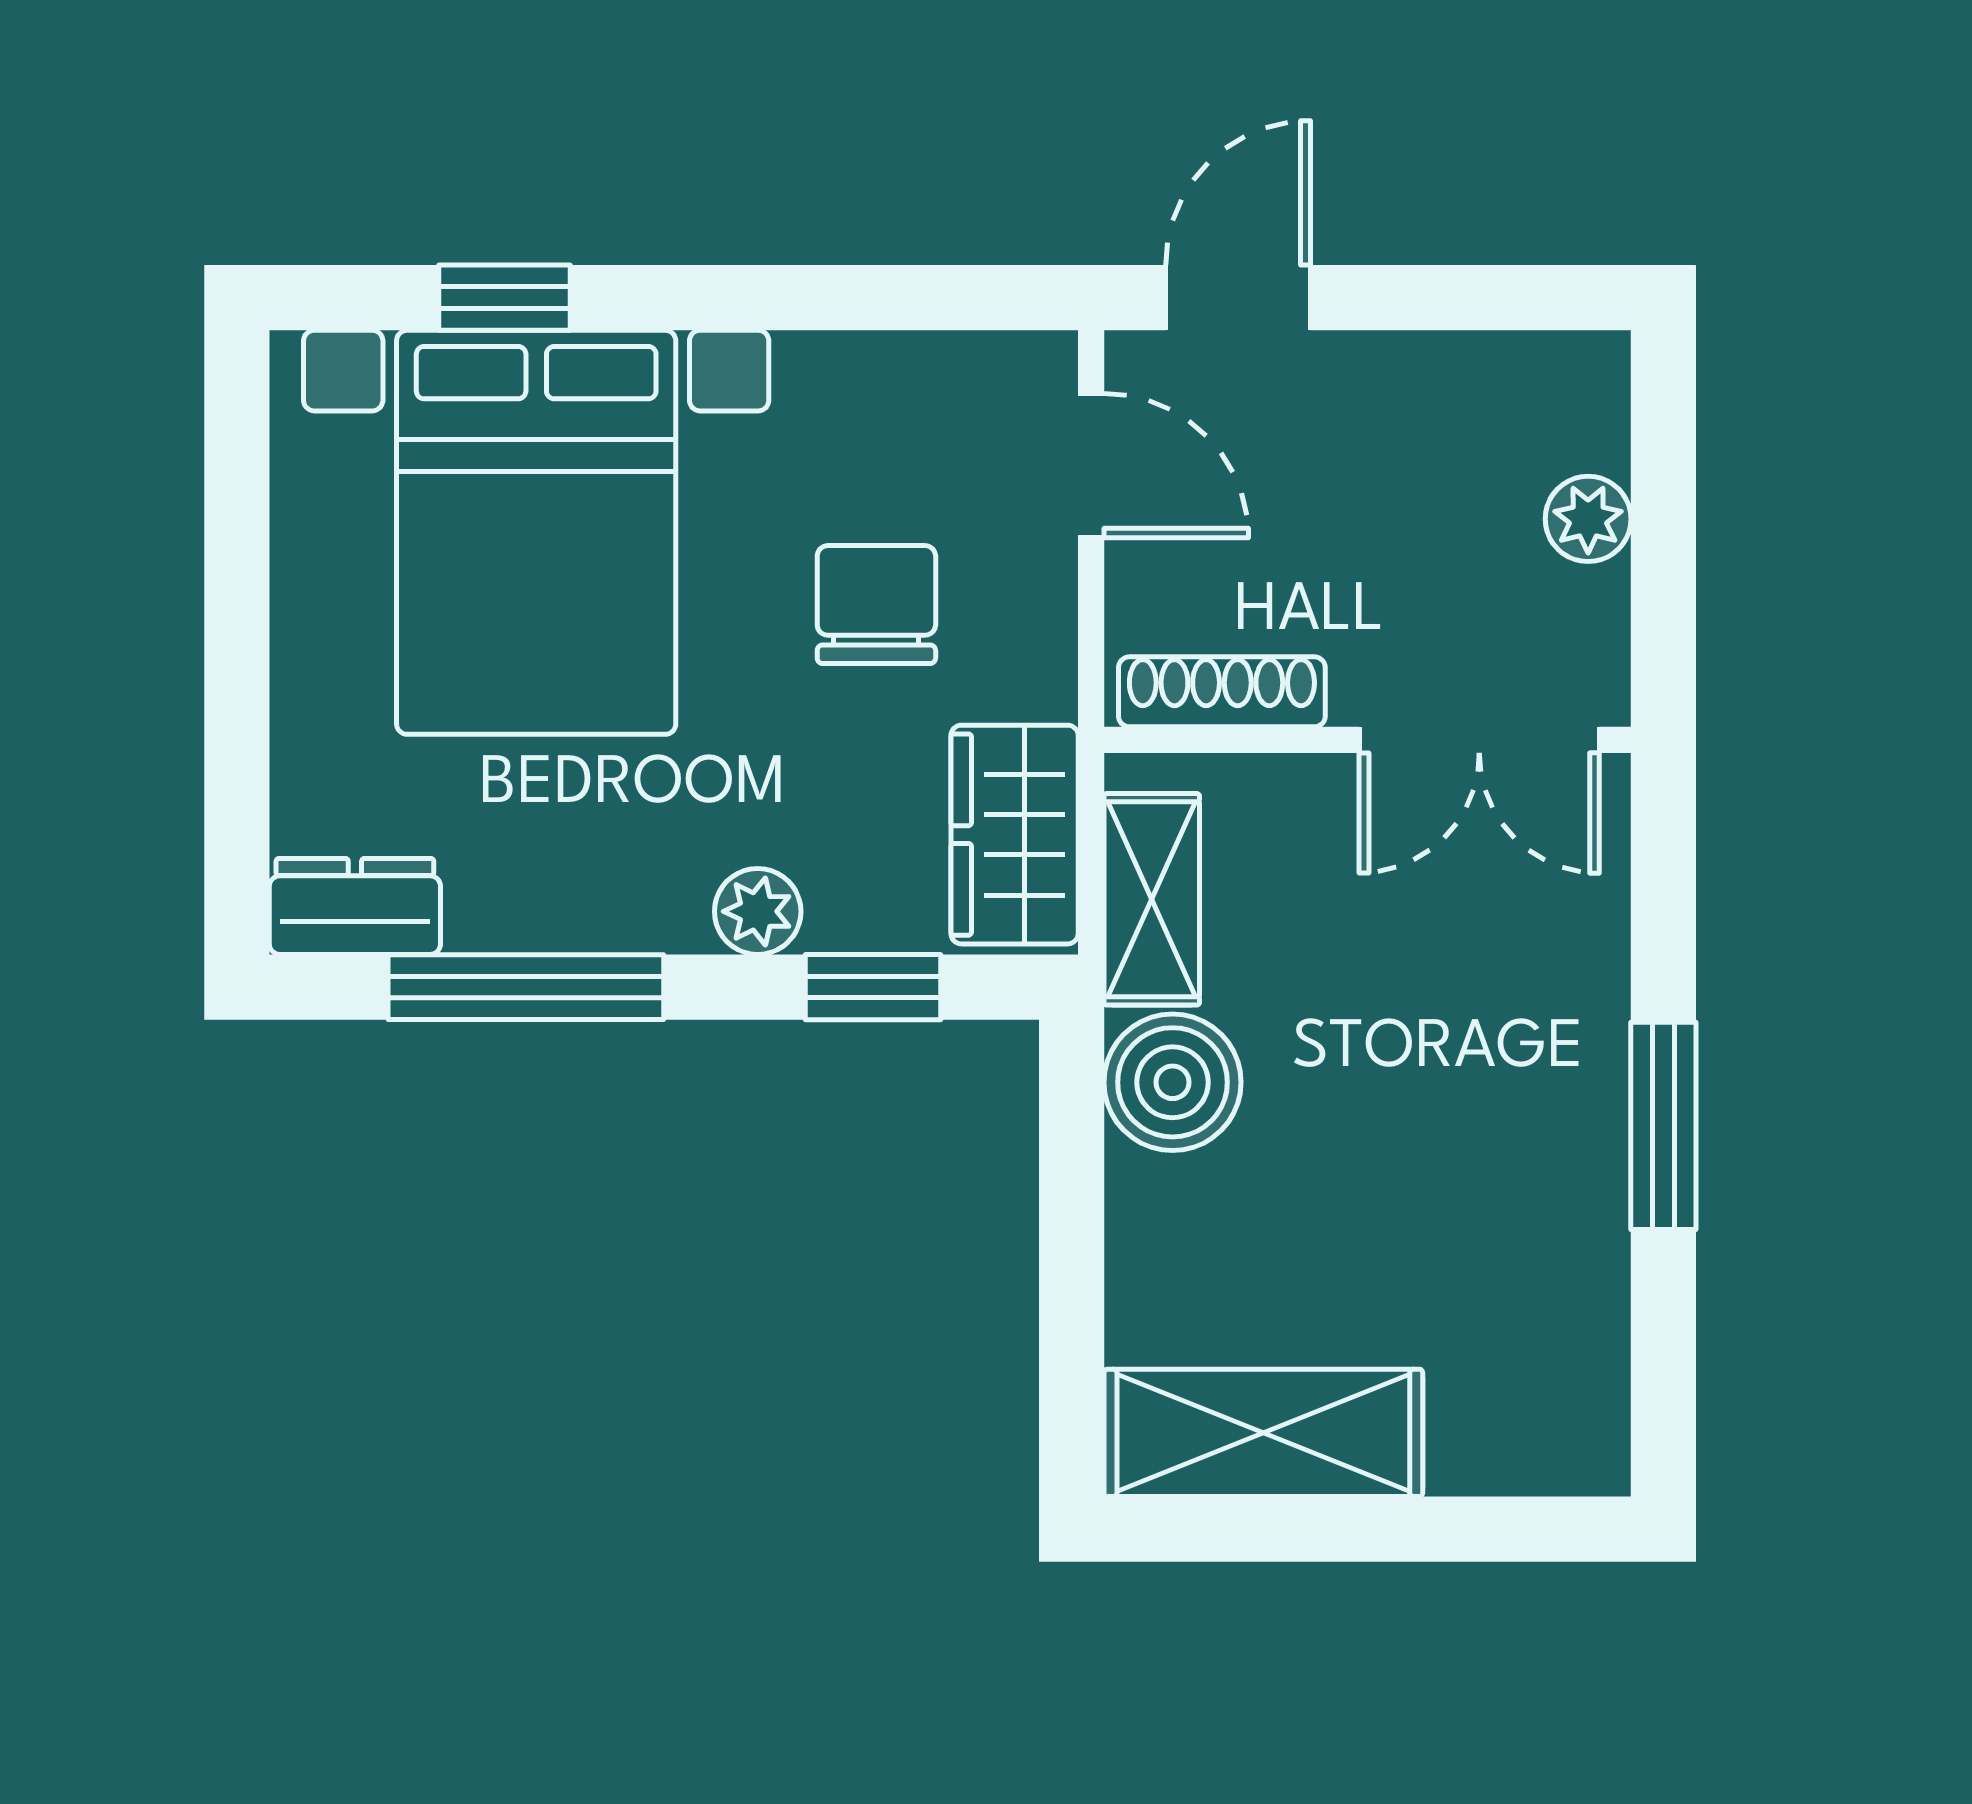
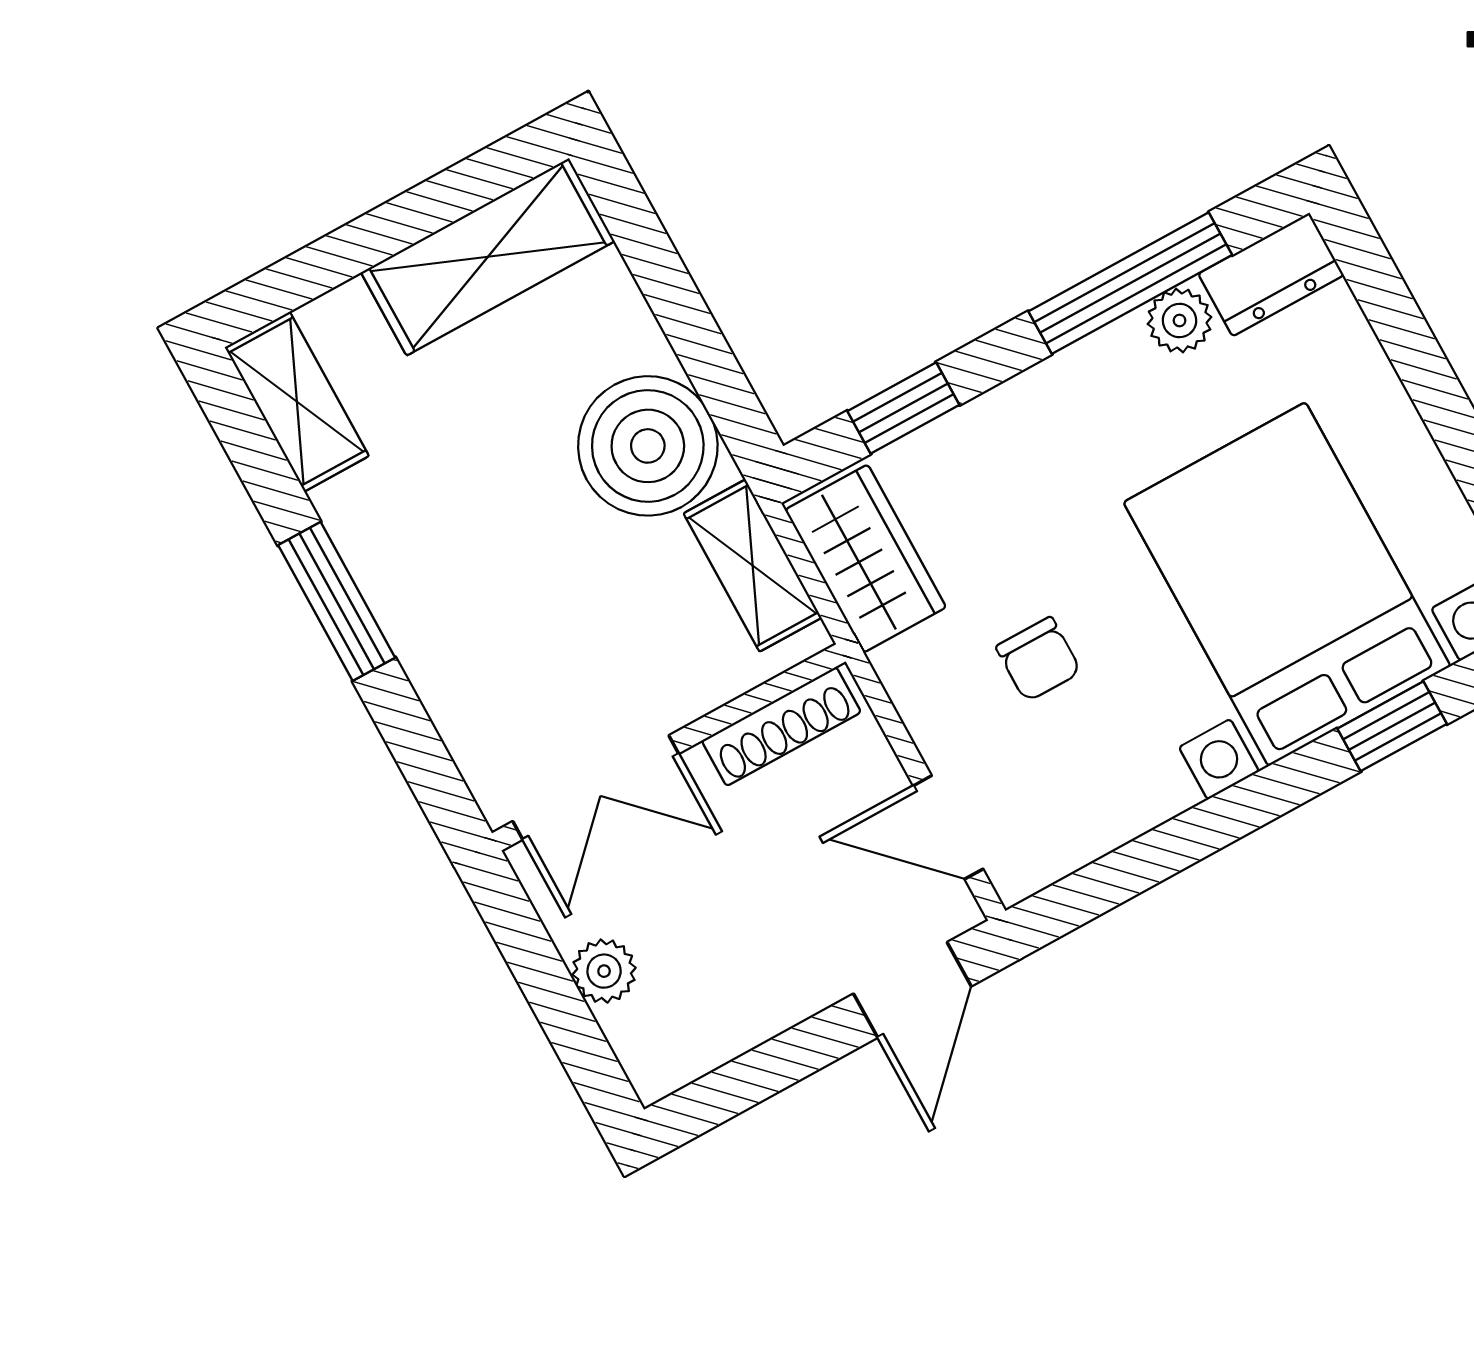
chair: (876, 605) -> (1039, 659), width x0.73, depth x0.73
double door: (1479, 740) -> (596, 787), swing flipped
plant: (758, 911) -> (1180, 321), moved
boiler: (1172, 1082) -> (648, 446), width x1.37, depth x1.37
shelving: (1581, 1386) -> (297, 402), added

